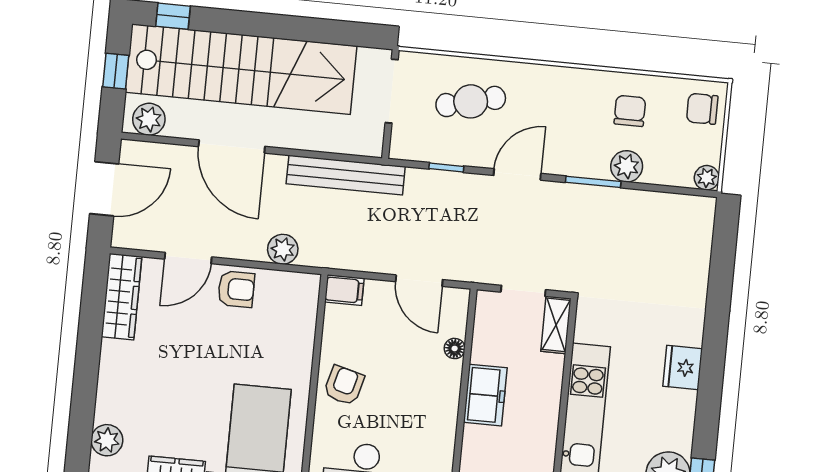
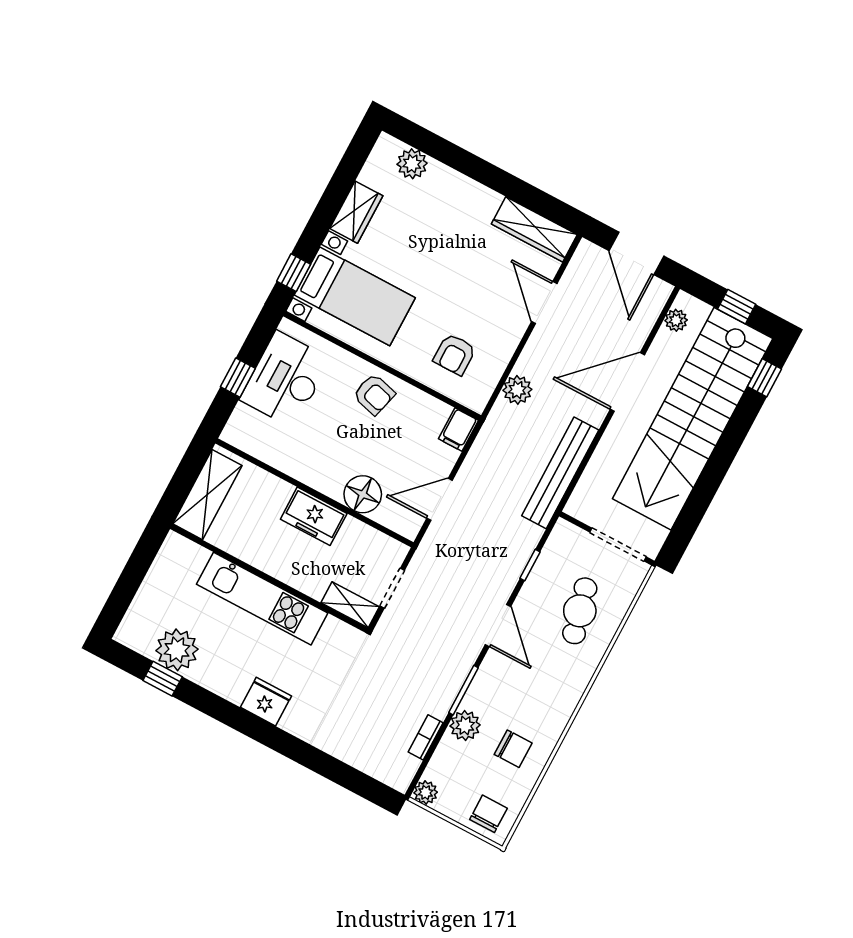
plant: (149, 119) -> (676, 320), width x0.73, depth x0.73
bookcase: (654, 200) -> (426, 737), added
armchair: (236, 289) -> (455, 354), moved
floor lamp: (455, 348) -> (363, 494), width x1.89, depth x1.89

